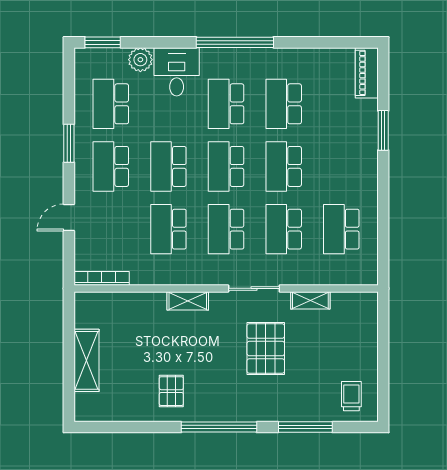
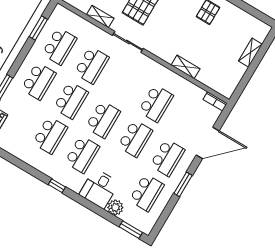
window: (235, 42) -> (57, 186), width x0.32
door: (69, 218) -> (208, 143), width x1.88
school desk: (226, 229) -> (39, 81), moved
window: (383, 237) -> (38, 28), added
bookcase: (102, 278) -> (215, 101), width x0.64
shelving: (188, 301) -> (186, 67), moved
shelving: (87, 360) -> (250, 53), width x0.67, depth x0.75

